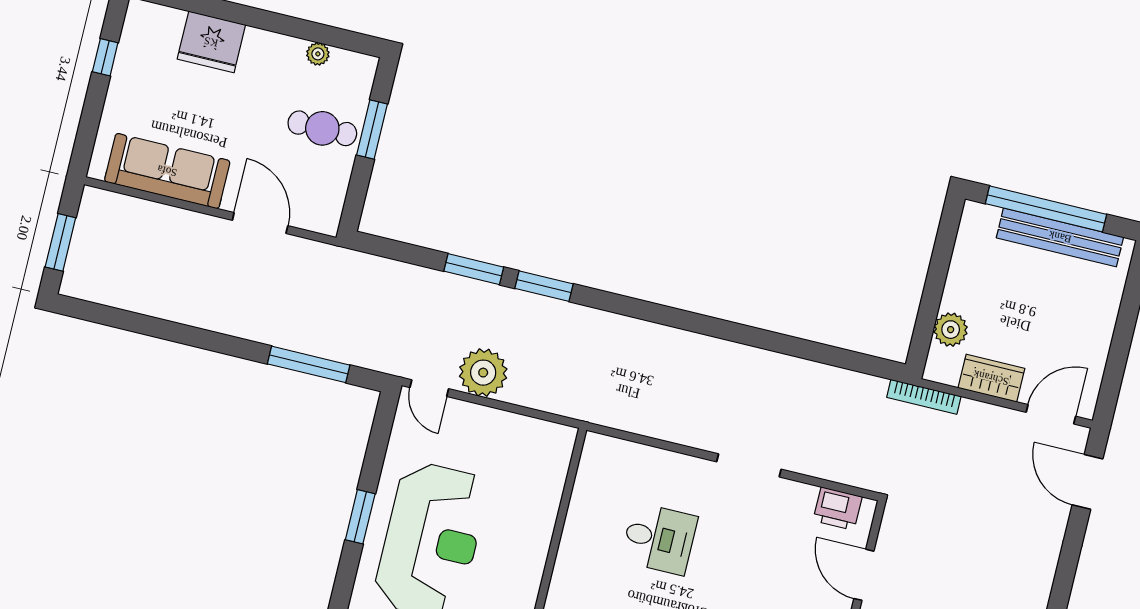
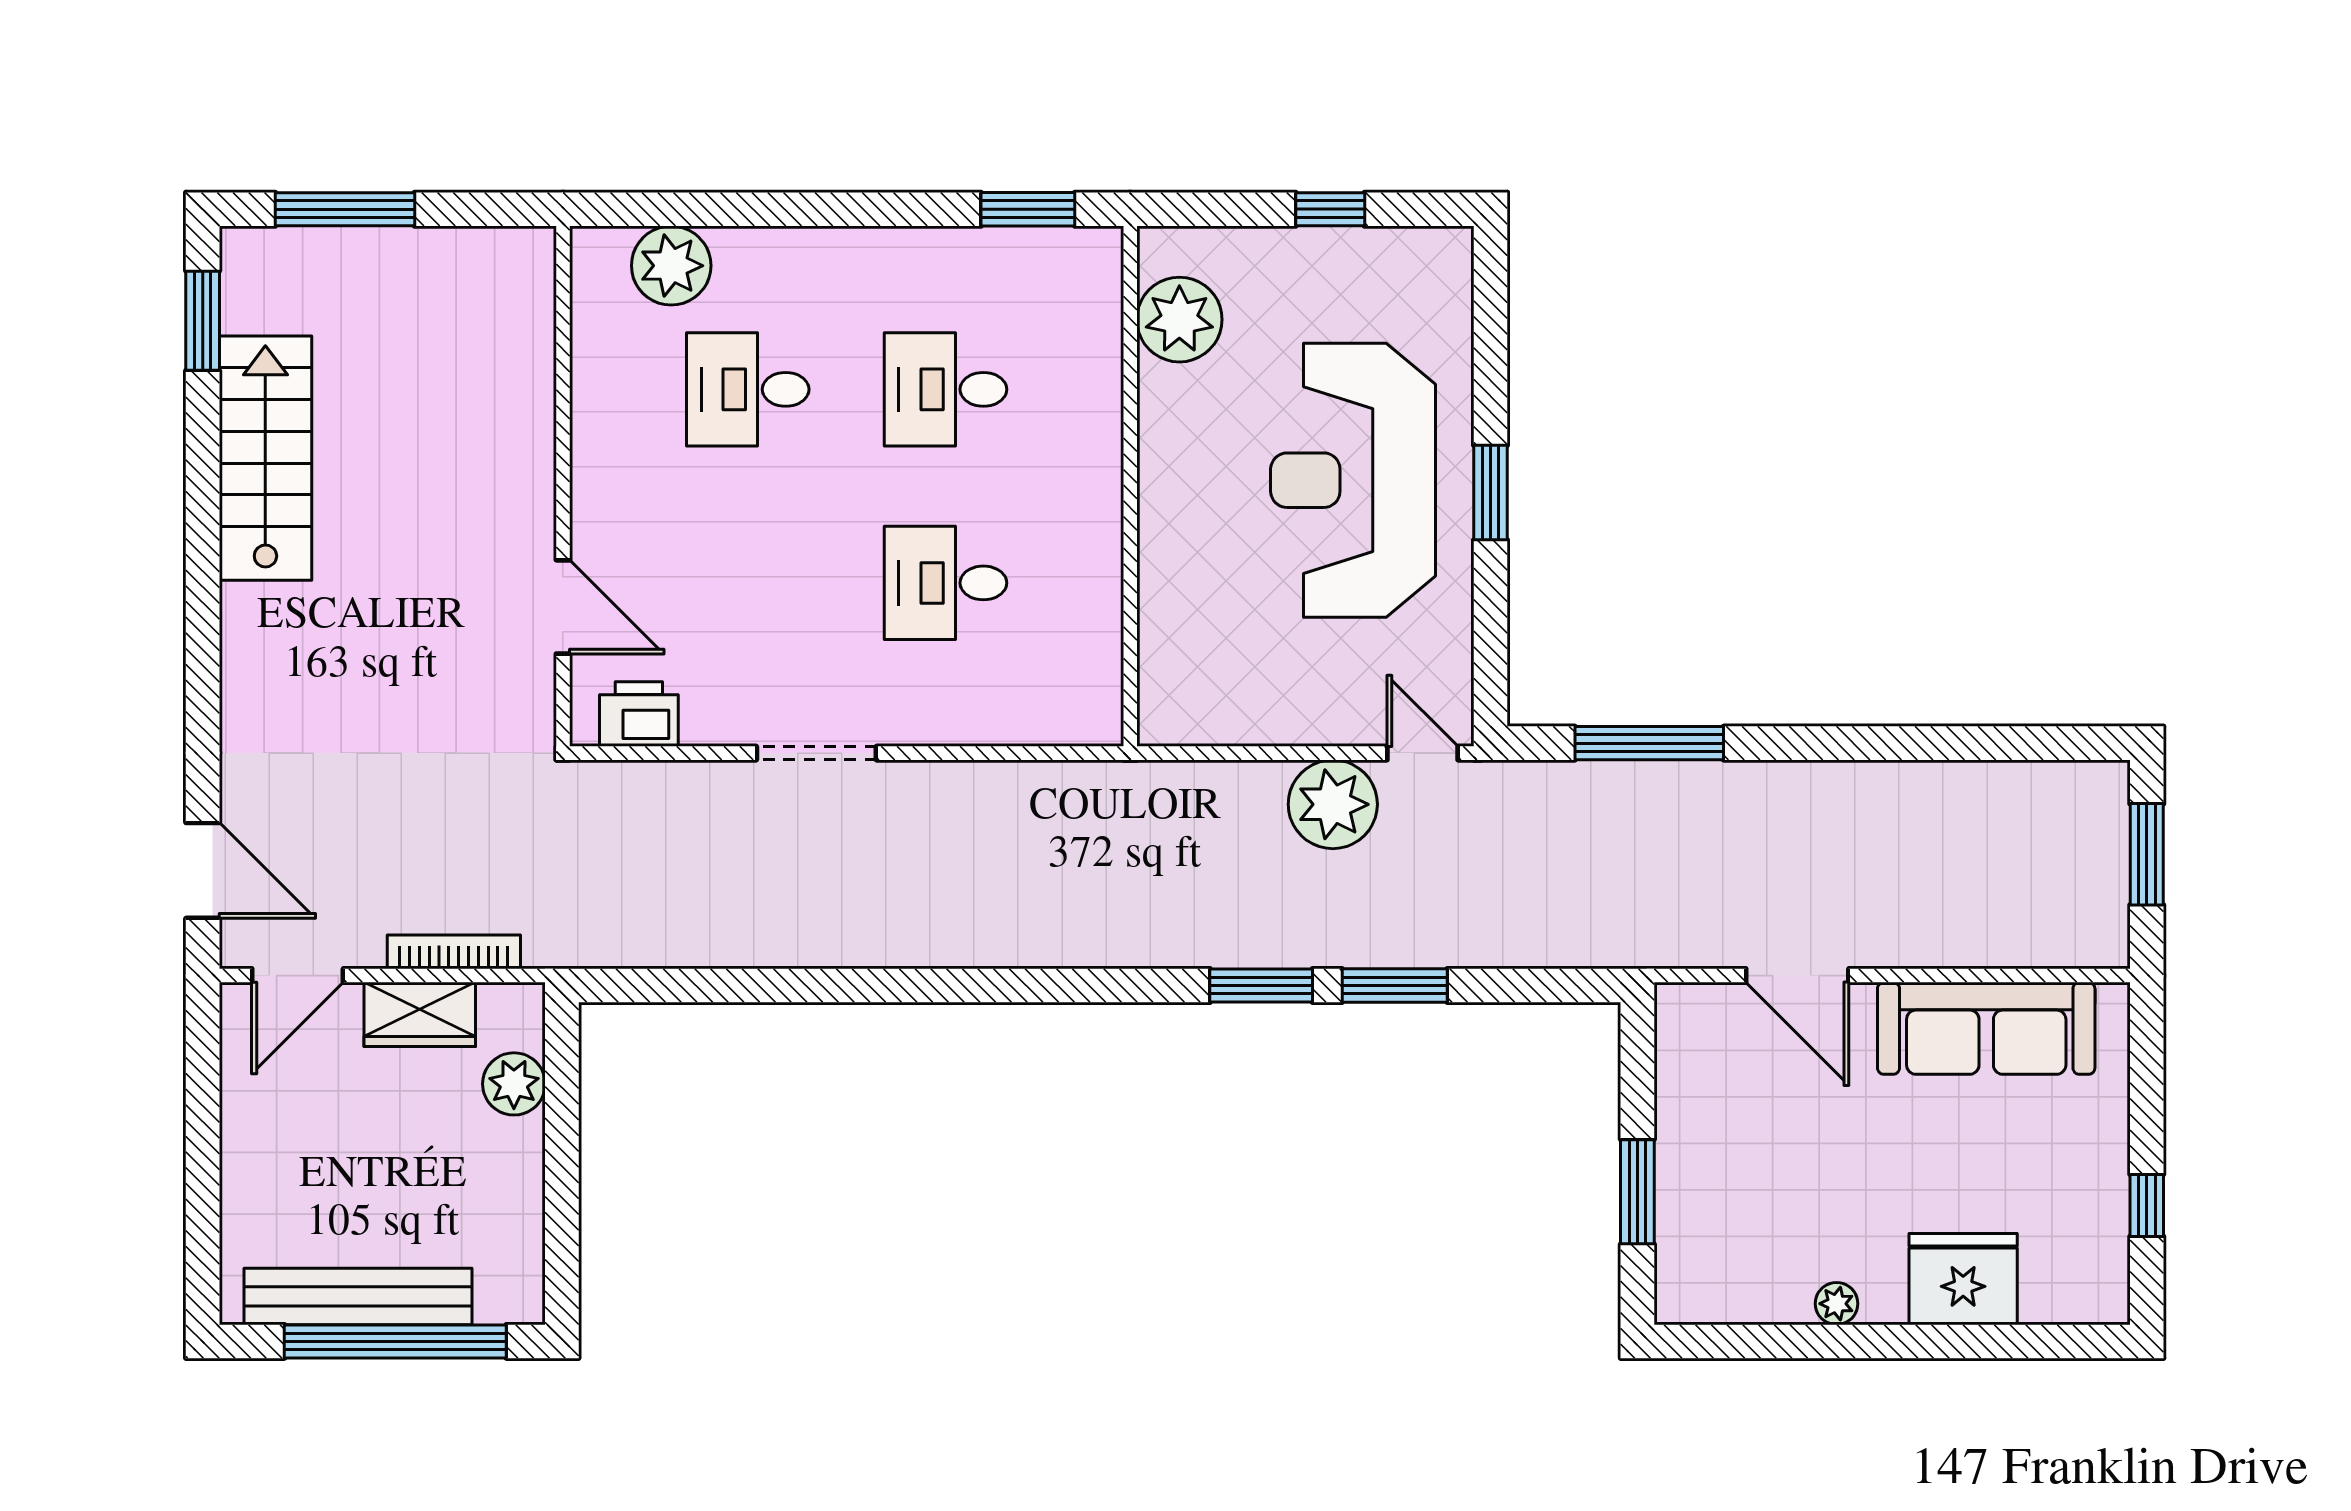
plant: (318, 54) -> (1837, 1304), moved
cafe table: (322, 128) -> (1727, 1172), removed
bookcase: (924, 397) -> (454, 952), moved

